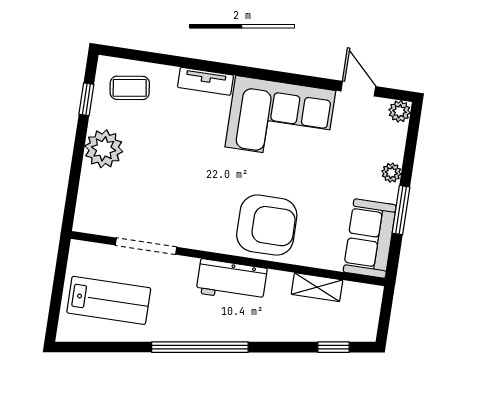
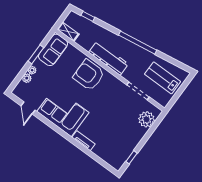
coffee table: (130, 88) -> (113, 153), removed
plant: (400, 111) -> (27, 78), moved
plant: (104, 149) -> (147, 119), moved
workbench: (232, 281) -> (109, 58), width x1.38
shelving: (317, 287) -> (68, 32), moved

